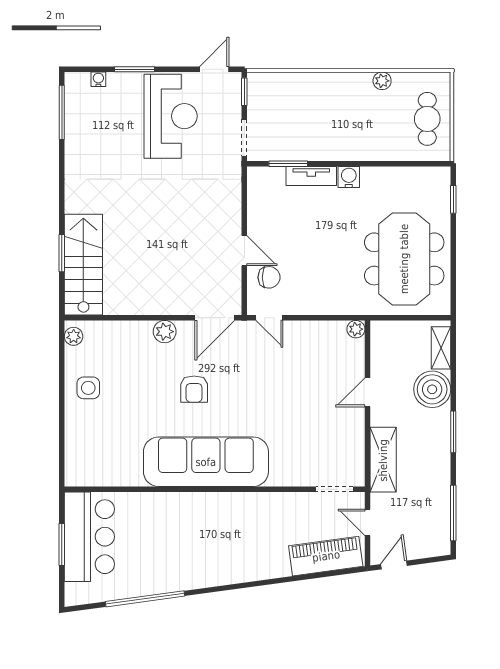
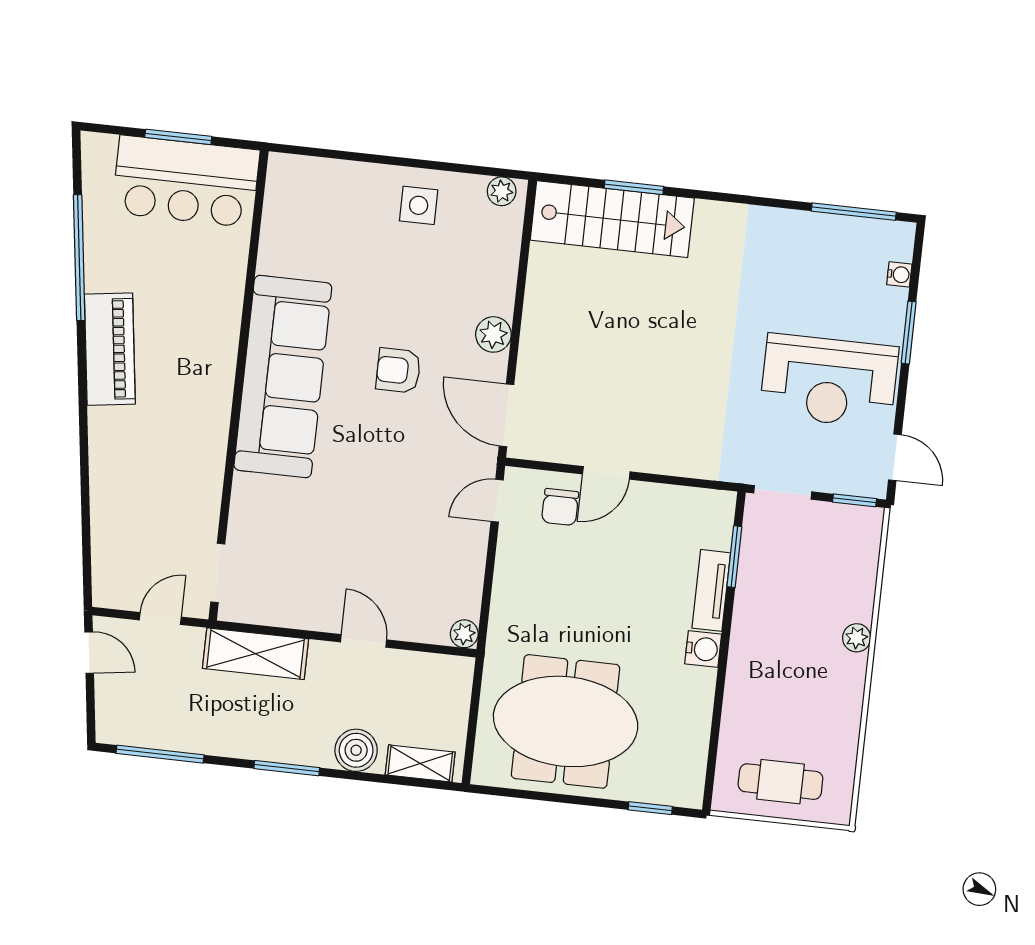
plant: (382, 81) -> (857, 638), moved
boiler: (432, 389) -> (356, 750), width x0.73, depth x0.73
piano: (326, 556) -> (110, 349), moved

